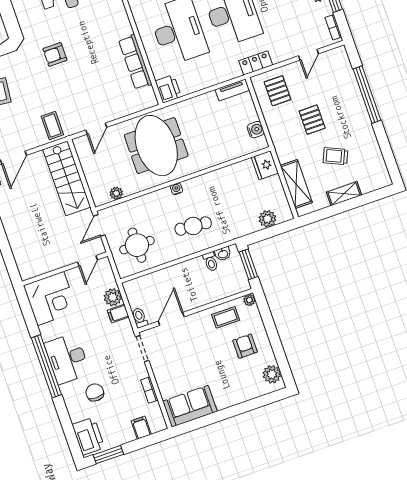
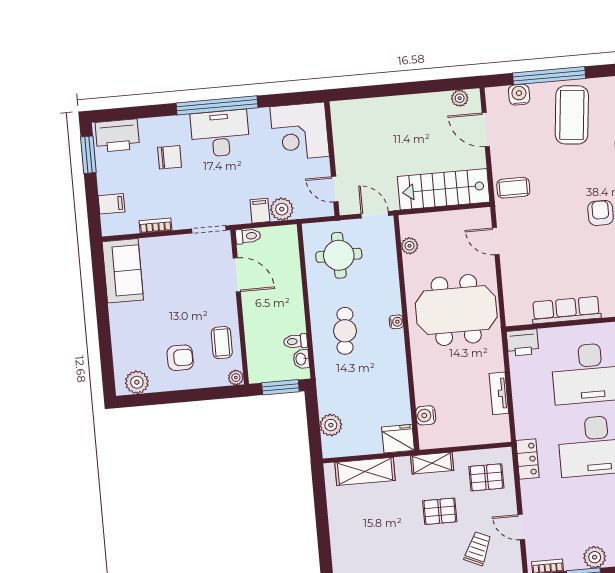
tv unit: (232, 90) -> (499, 393), moved
water cooler: (256, 130) -> (426, 415), moved, turned 90
trolley: (335, 156) -> (478, 549), moved
shelving: (344, 194) -> (432, 463), moved, turned 90

